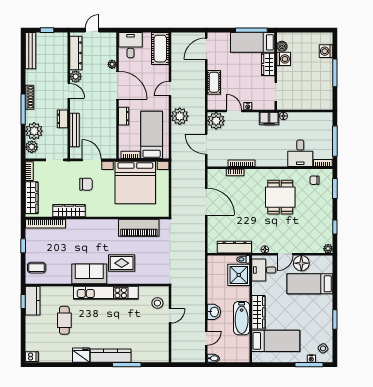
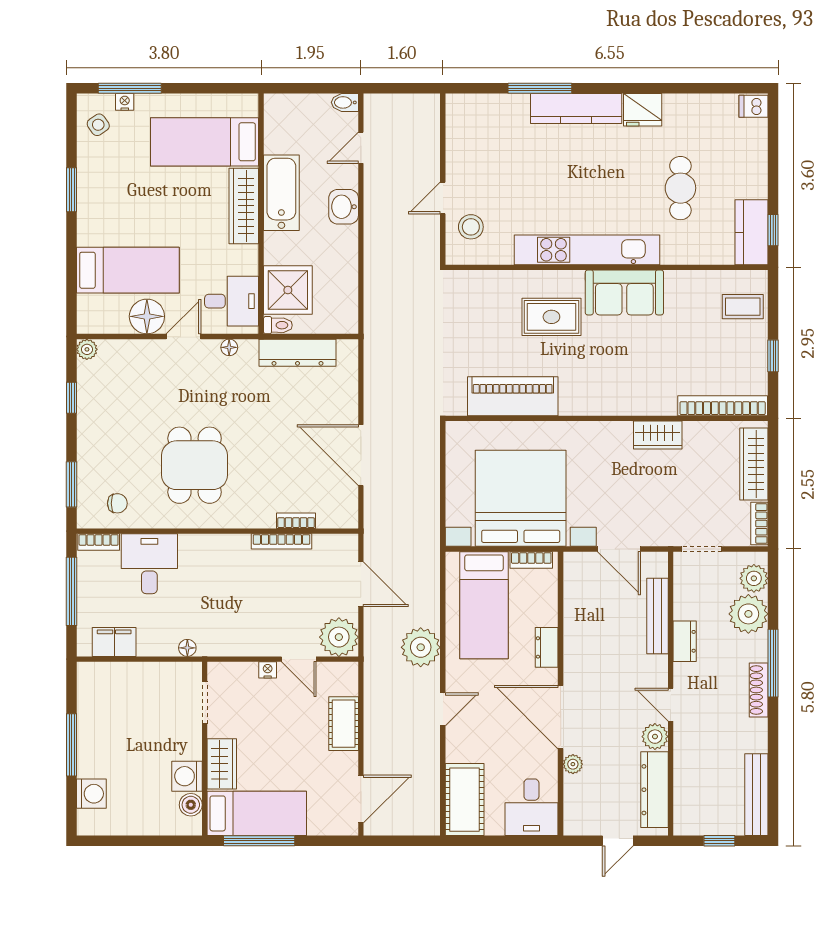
filing cabinet: (269, 119) -> (114, 642), moved
chair: (86, 184) -> (632, 494), removed
wardrobe: (69, 211) -> (658, 435), width x0.67

